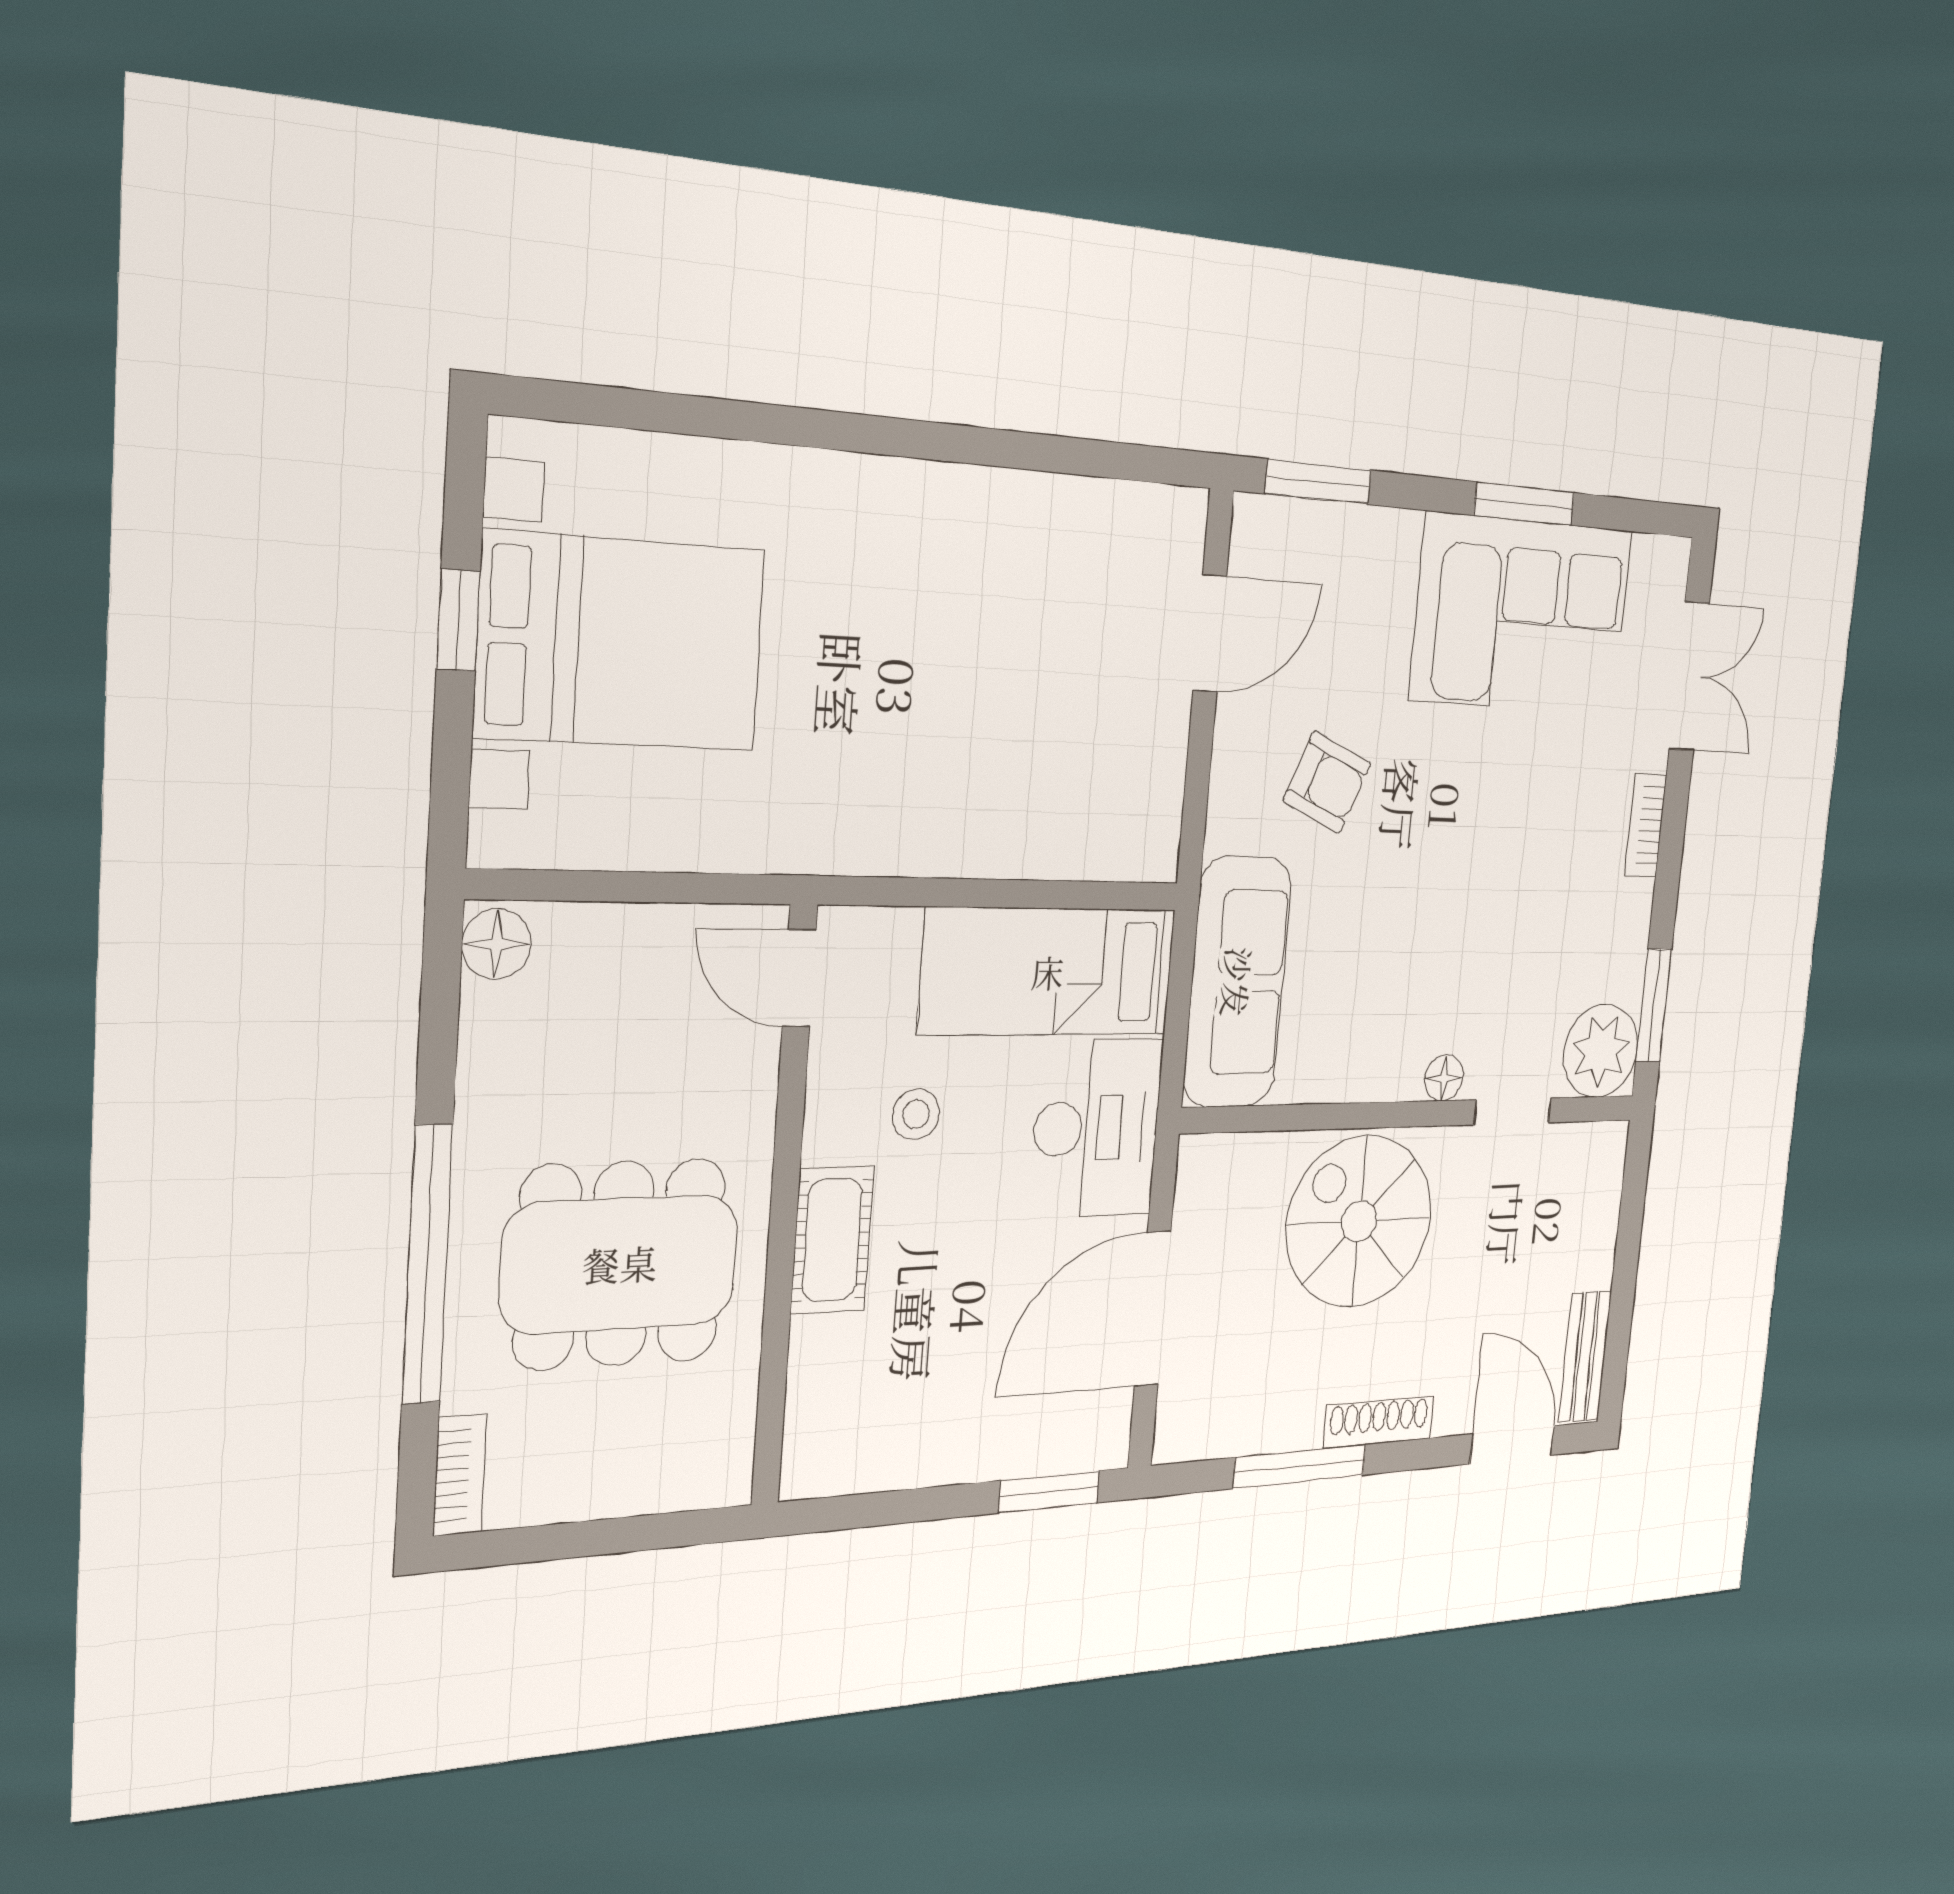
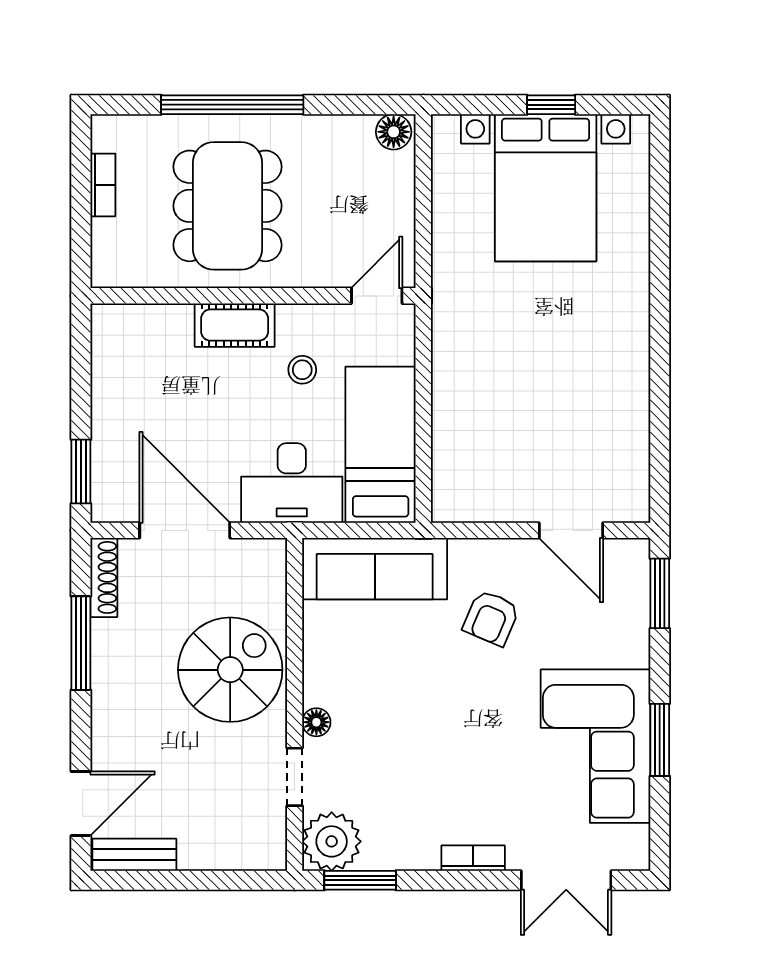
shoe rack: (1379, 1422) -> (104, 577), moved
bookcase: (460, 1475) -> (103, 185), moved, turned -90

